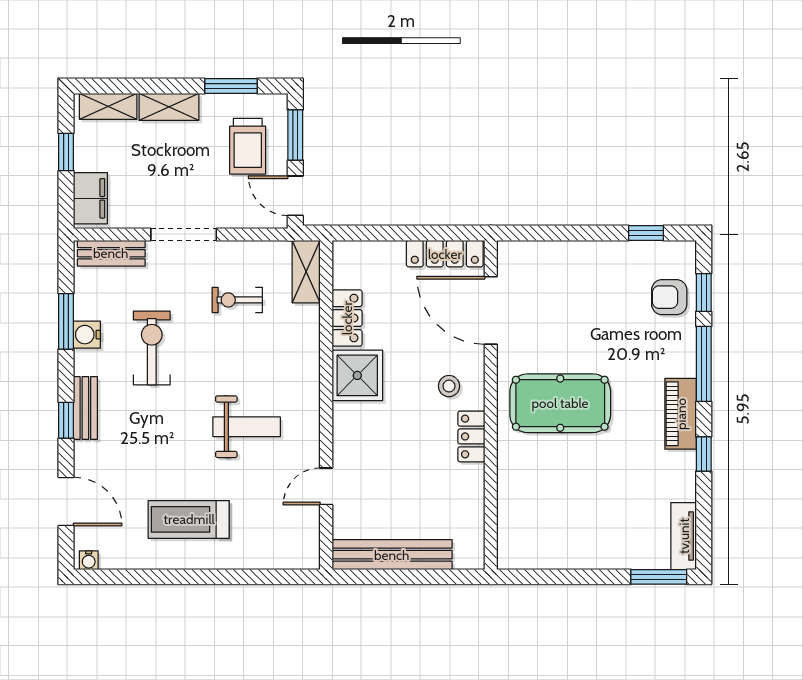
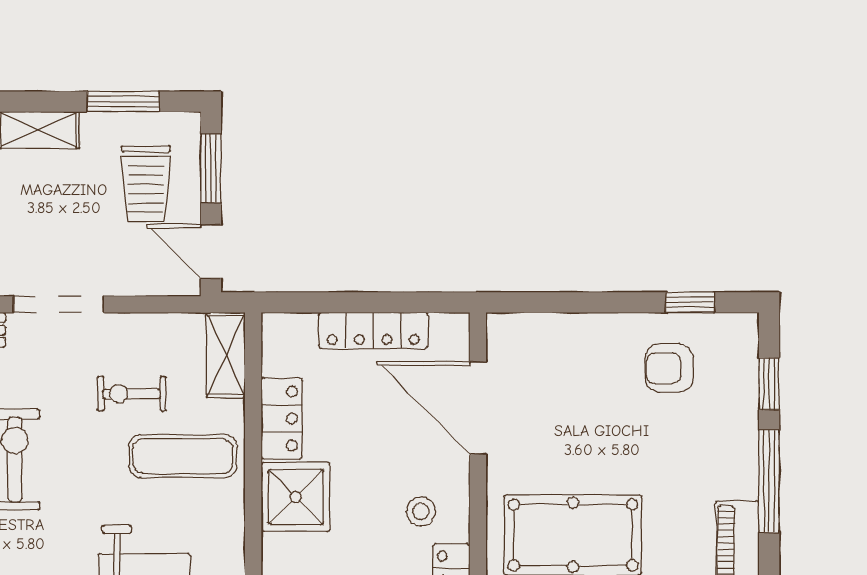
locker: (445, 254) -> (373, 330), moved
armchair: (669, 297) -> (669, 368), moved
exercise mat: (275, 345) -> (183, 456), added

